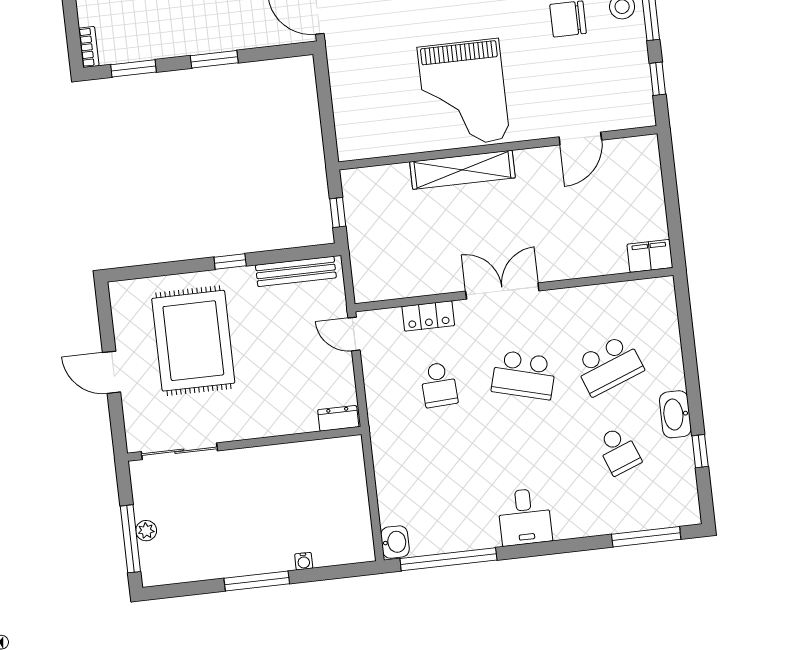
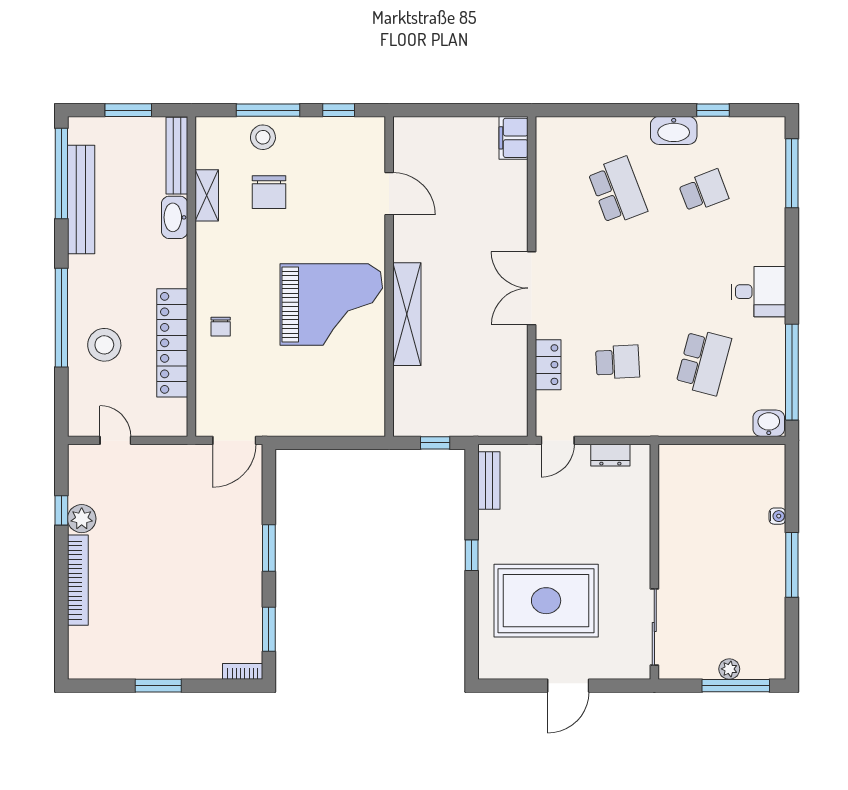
bench: (296, 271) -> (489, 481), width x0.73
school desk: (524, 375) -> (704, 362), moved
dresser: (338, 418) -> (610, 455), moved, turned -90

